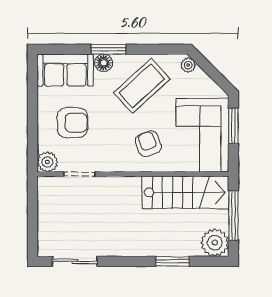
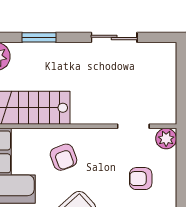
armchair: (72, 123) -> (141, 179), width x0.72, depth x0.72
sliding door: (75, 261) -> (114, 37), moved

